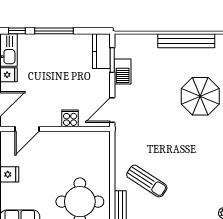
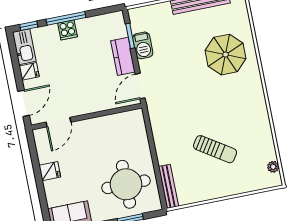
kitchen counter: (101, 51) -> (123, 56), moved
cooker: (70, 118) -> (68, 30), moved, turned 180
sun lounger: (147, 181) -> (215, 149), moved

